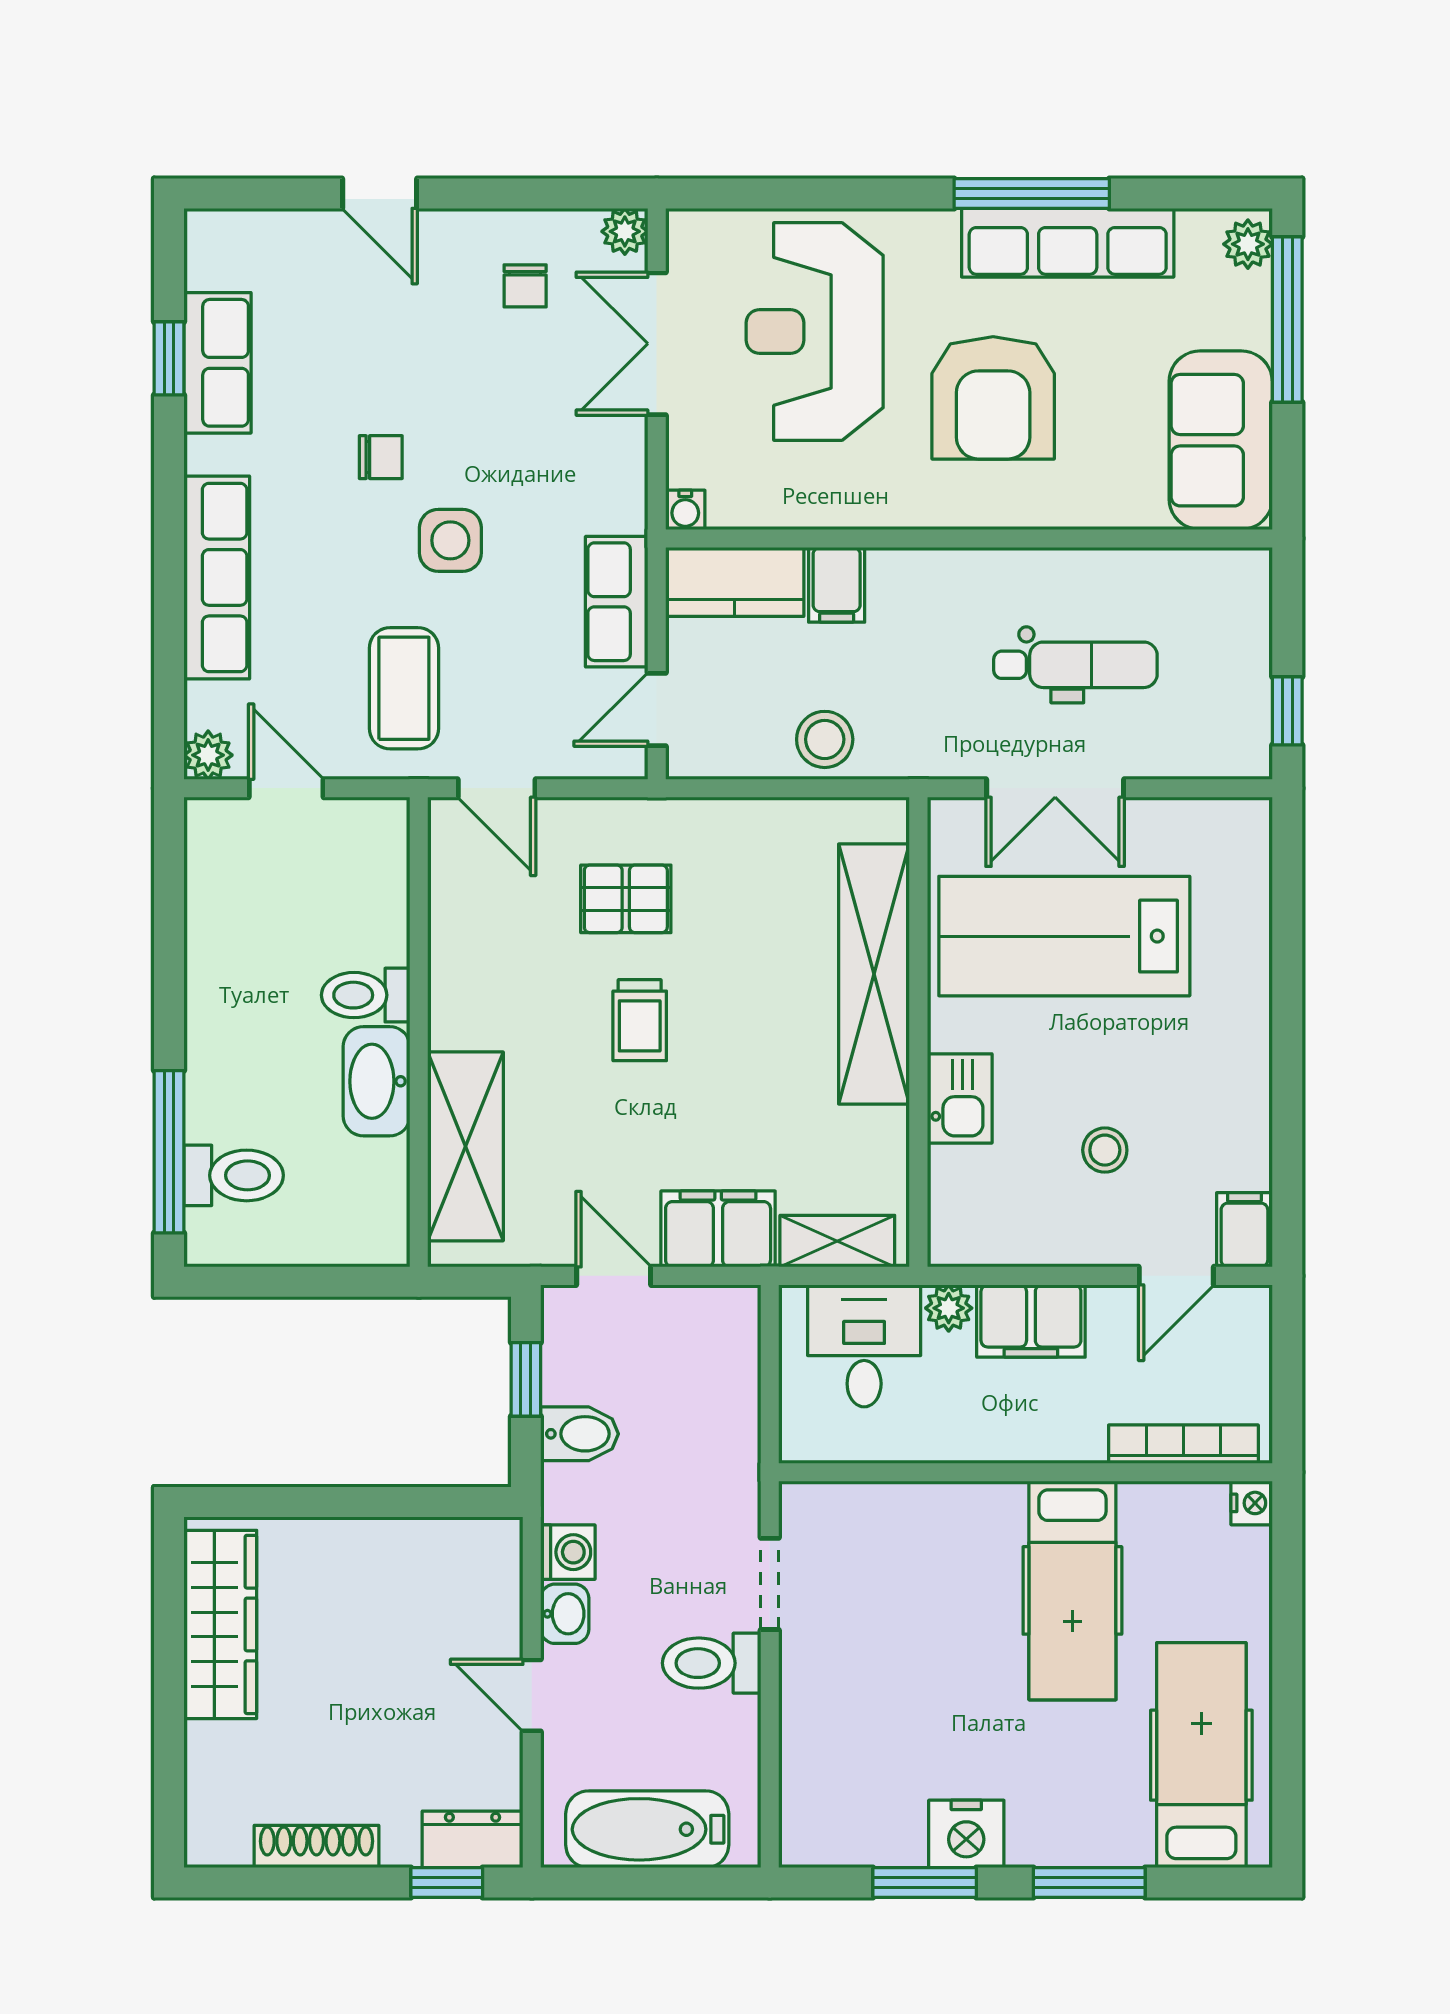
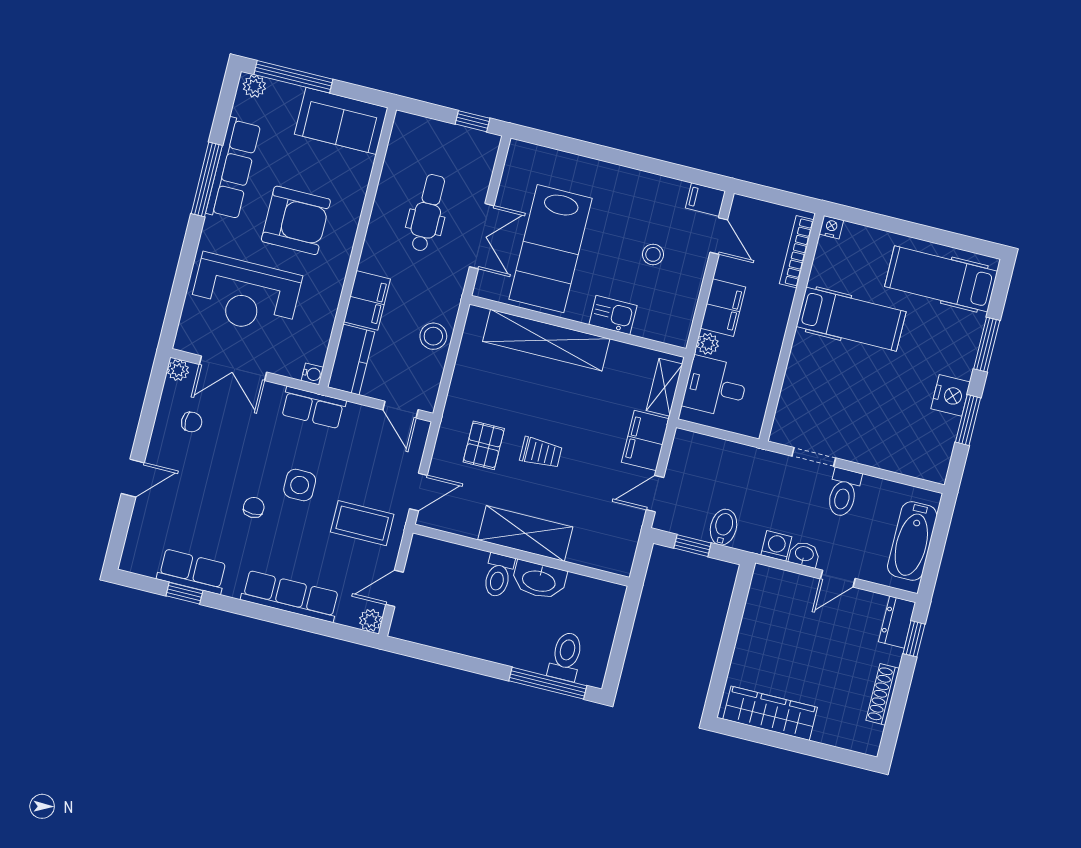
filing cabinet: (837, 585) -> (367, 300), width x2.00
row of seats: (617, 602) -> (313, 408), moved
shelving: (466, 1146) -> (525, 533), moved

